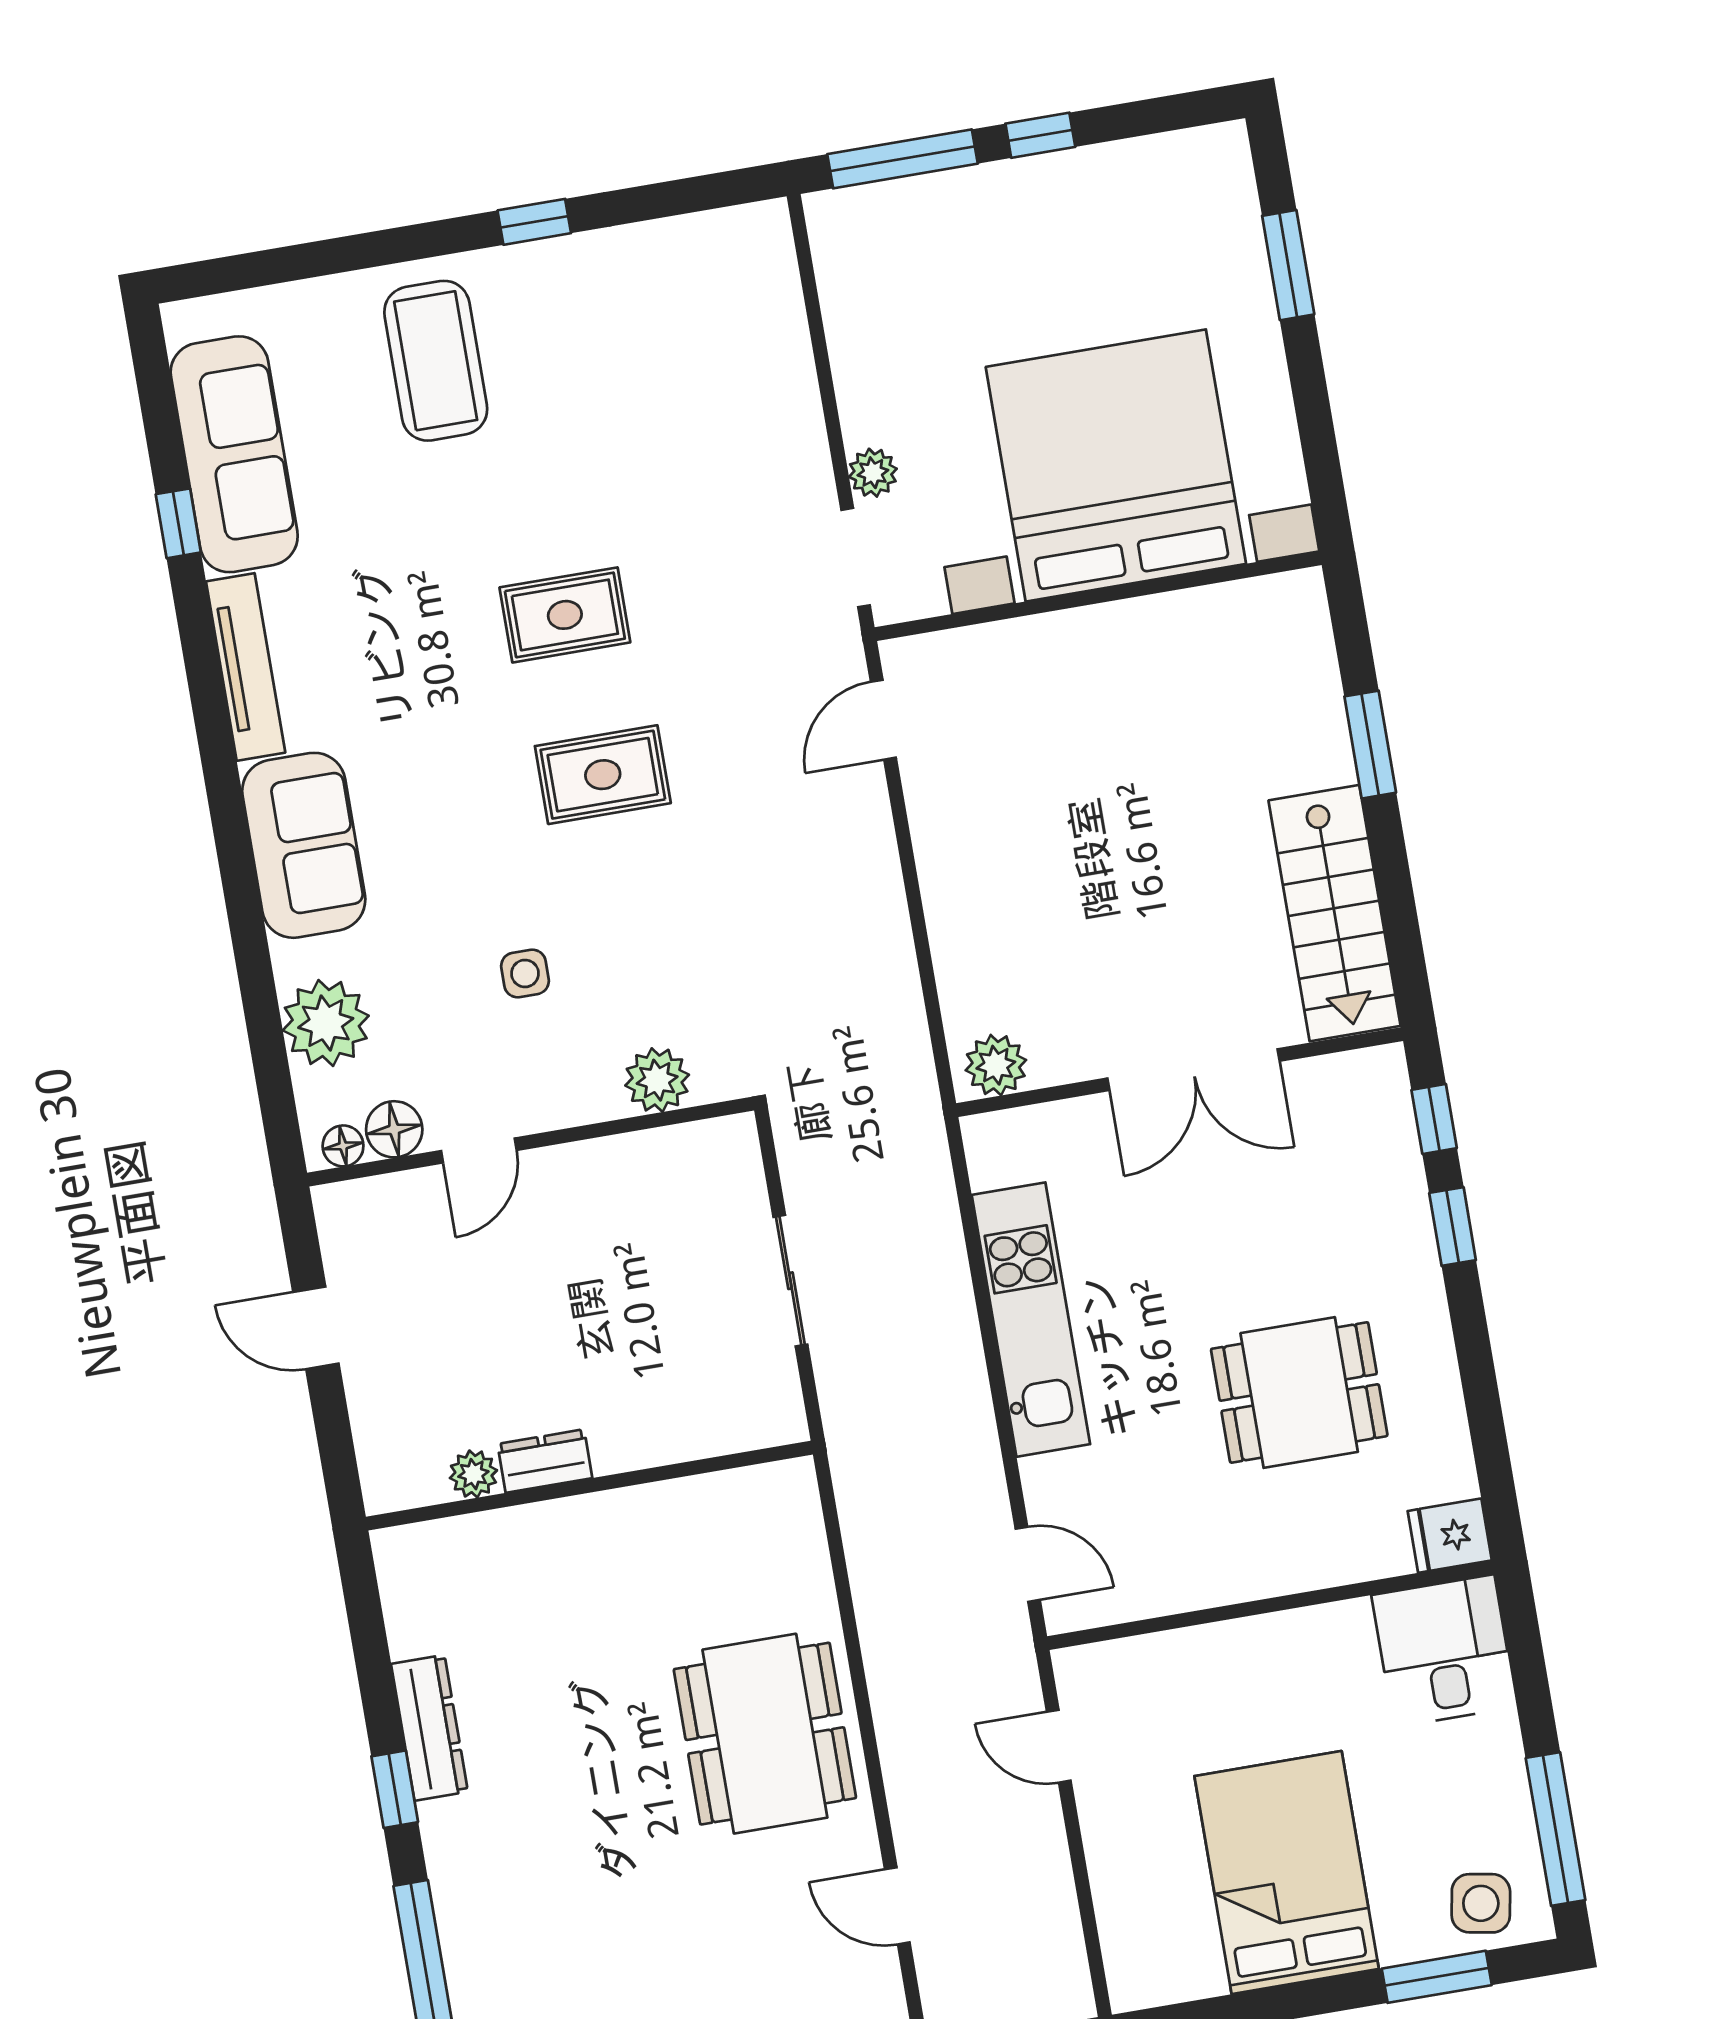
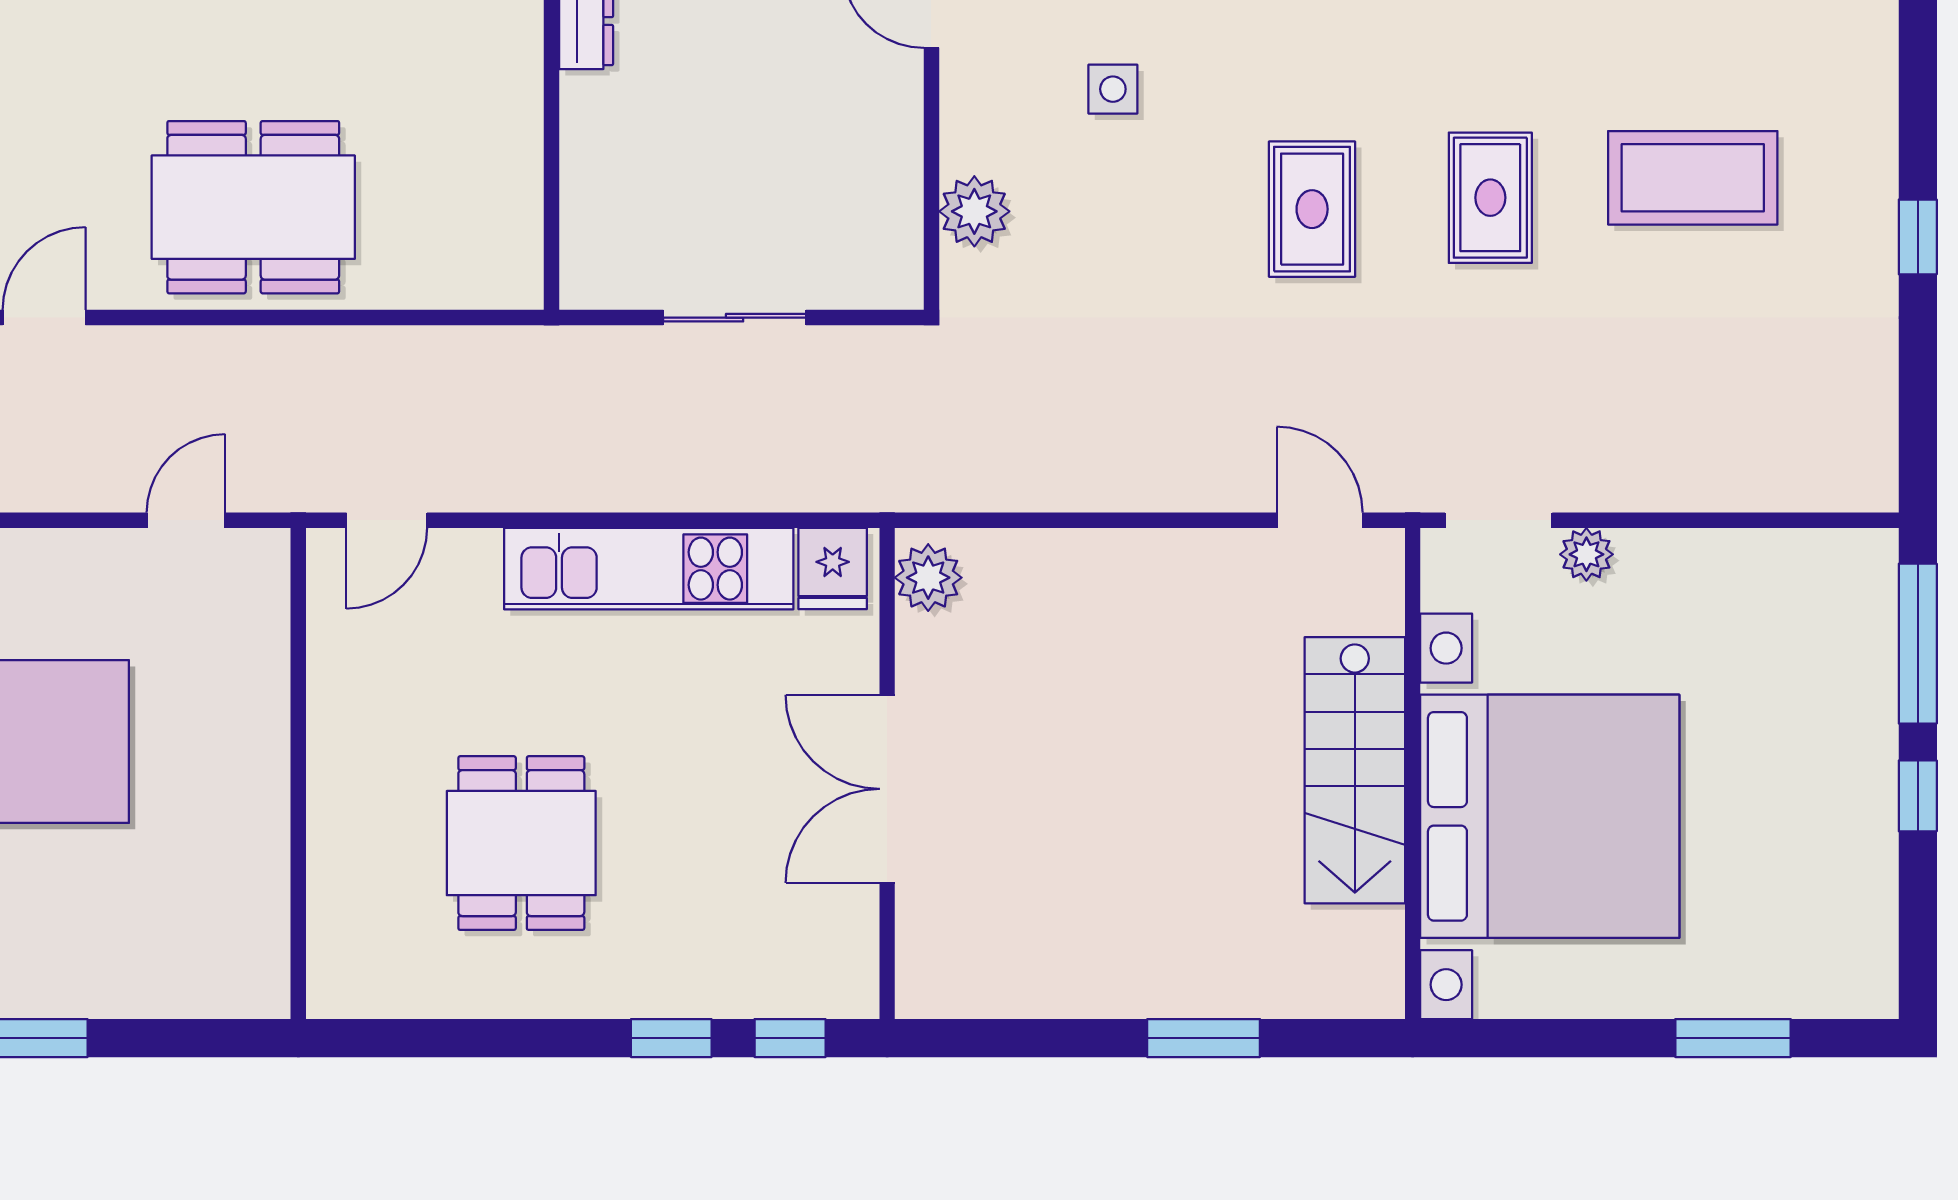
coffee table: (436, 361) -> (1693, 178), moved
stairs: (1335, 913) -> (1355, 770), moved, turned -90
fridge: (1450, 1536) -> (833, 569), moved, turned 180
desk: (1444, 1651) -> (217, 951), removed

